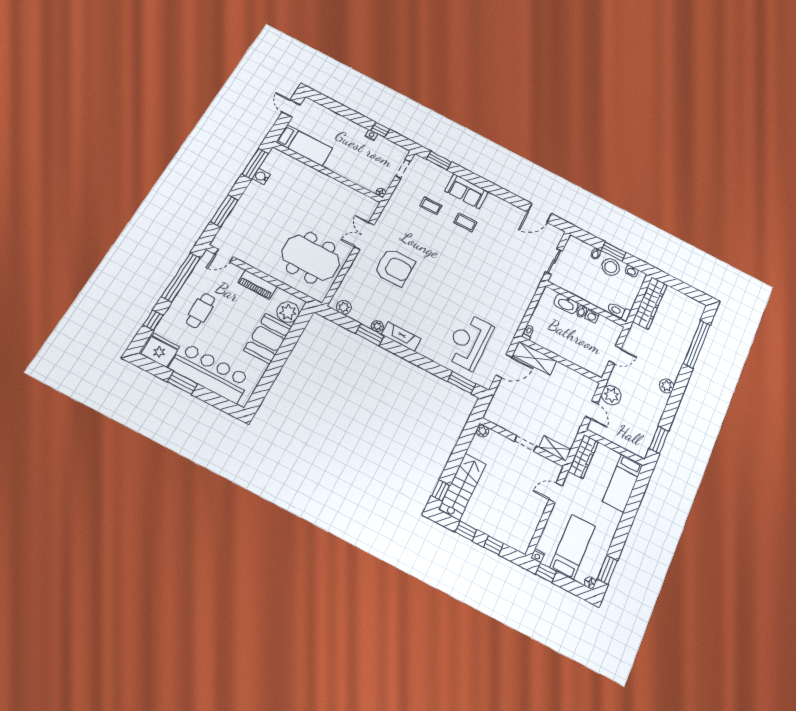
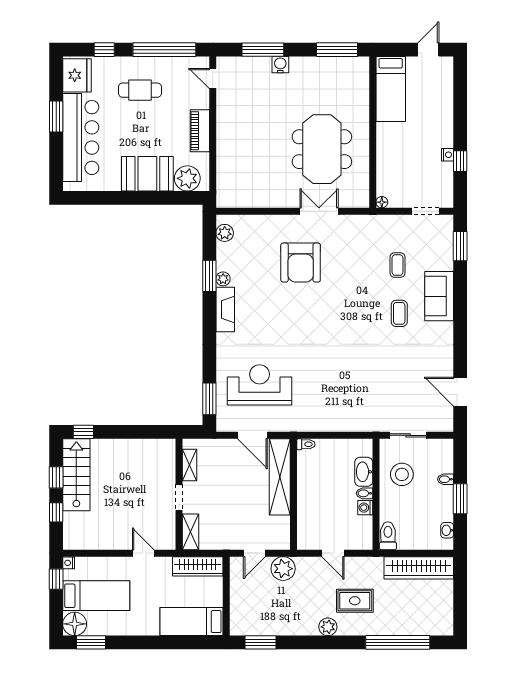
water cooler: (261, 177) -> (280, 65), moved
meeting table: (311, 258) -> (322, 149), moved
stool: (611, 267) -> (402, 474), moved
shelving: (534, 358) -> (280, 477), width x1.47
rug: (655, 358) -> (355, 601), added
shelving: (504, 423) -> (190, 465), added
plant: (483, 431) -> (169, 446), removed
stairs: (462, 487) -> (76, 475), moved, turned -90
floor lamp: (590, 583) -> (75, 624), width x1.89, depth x1.89

